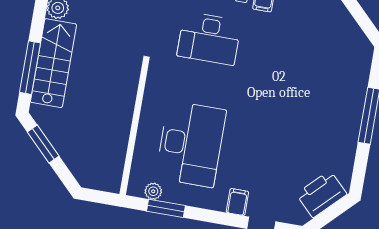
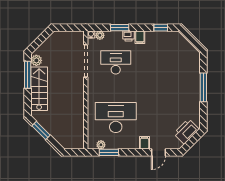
desk: (209, 38) -> (116, 62), turned 180
window: (30, 68) -> (28, 75), moved
desk: (191, 144) -> (116, 118), turned -90

